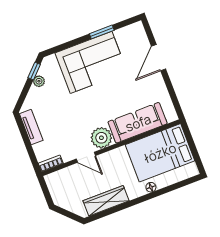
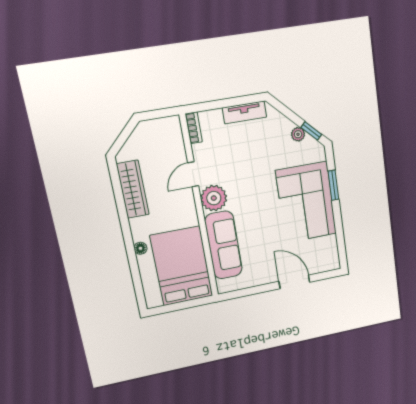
window: (102, 32) -> (333, 185), moved

